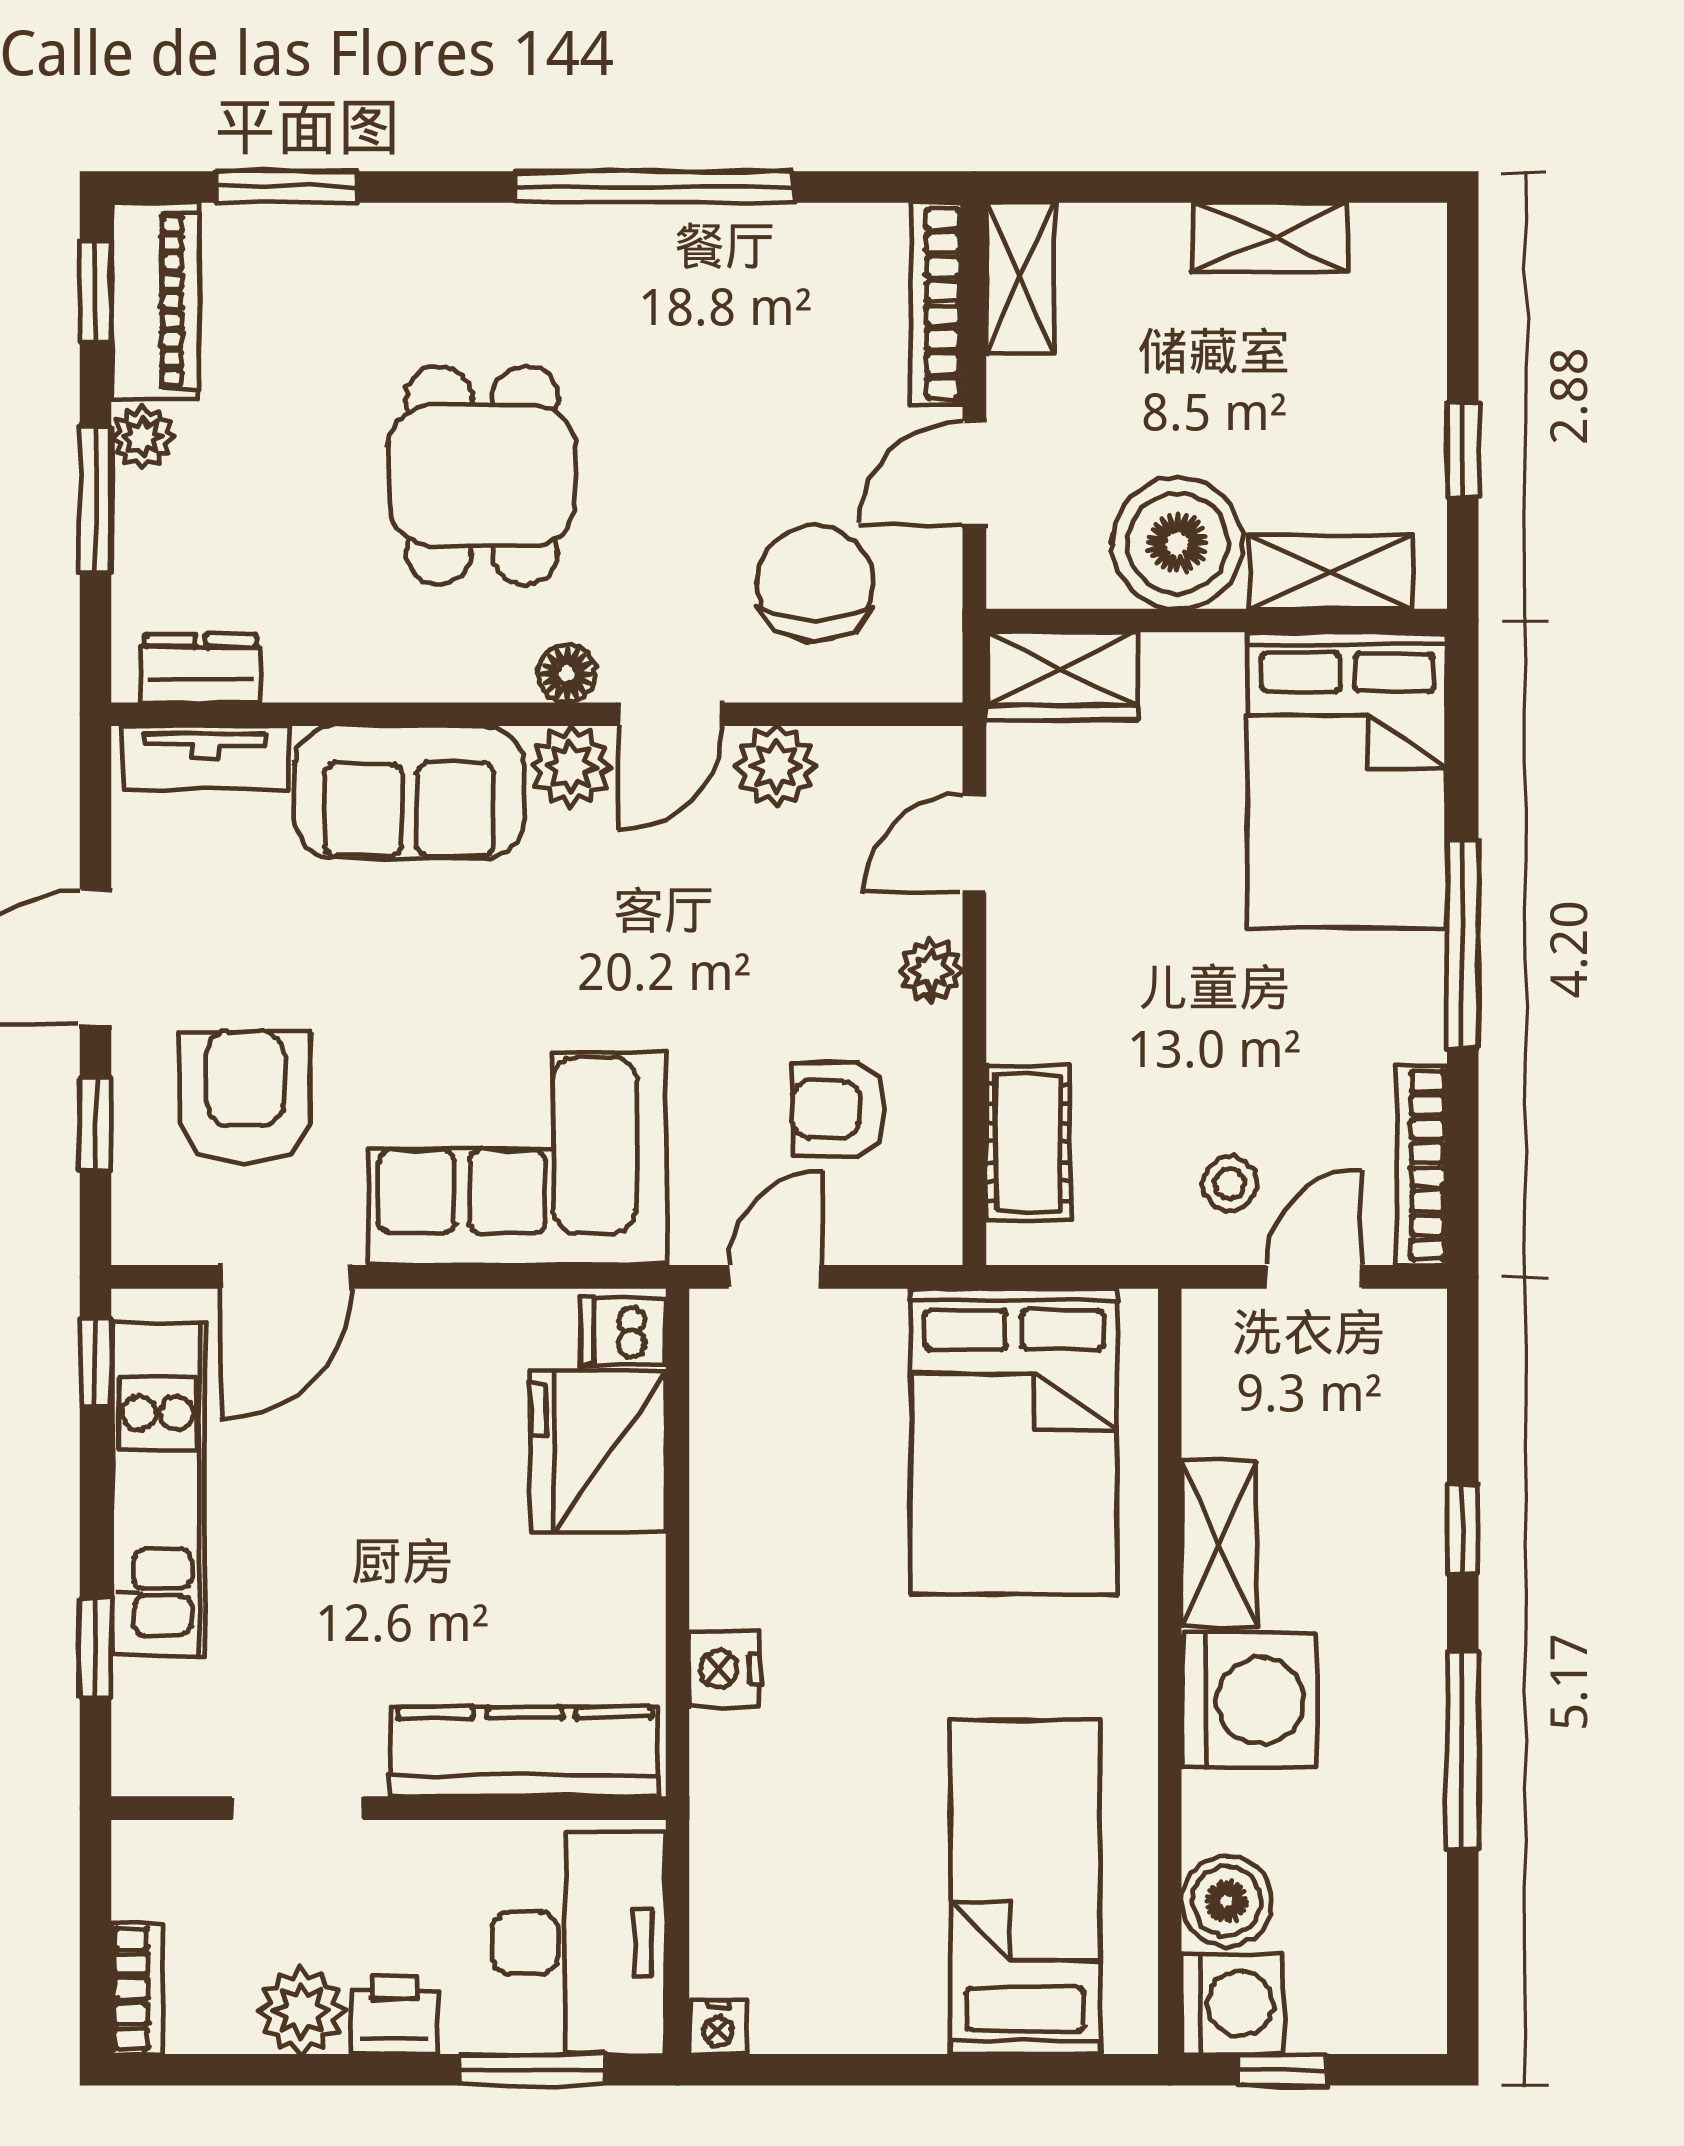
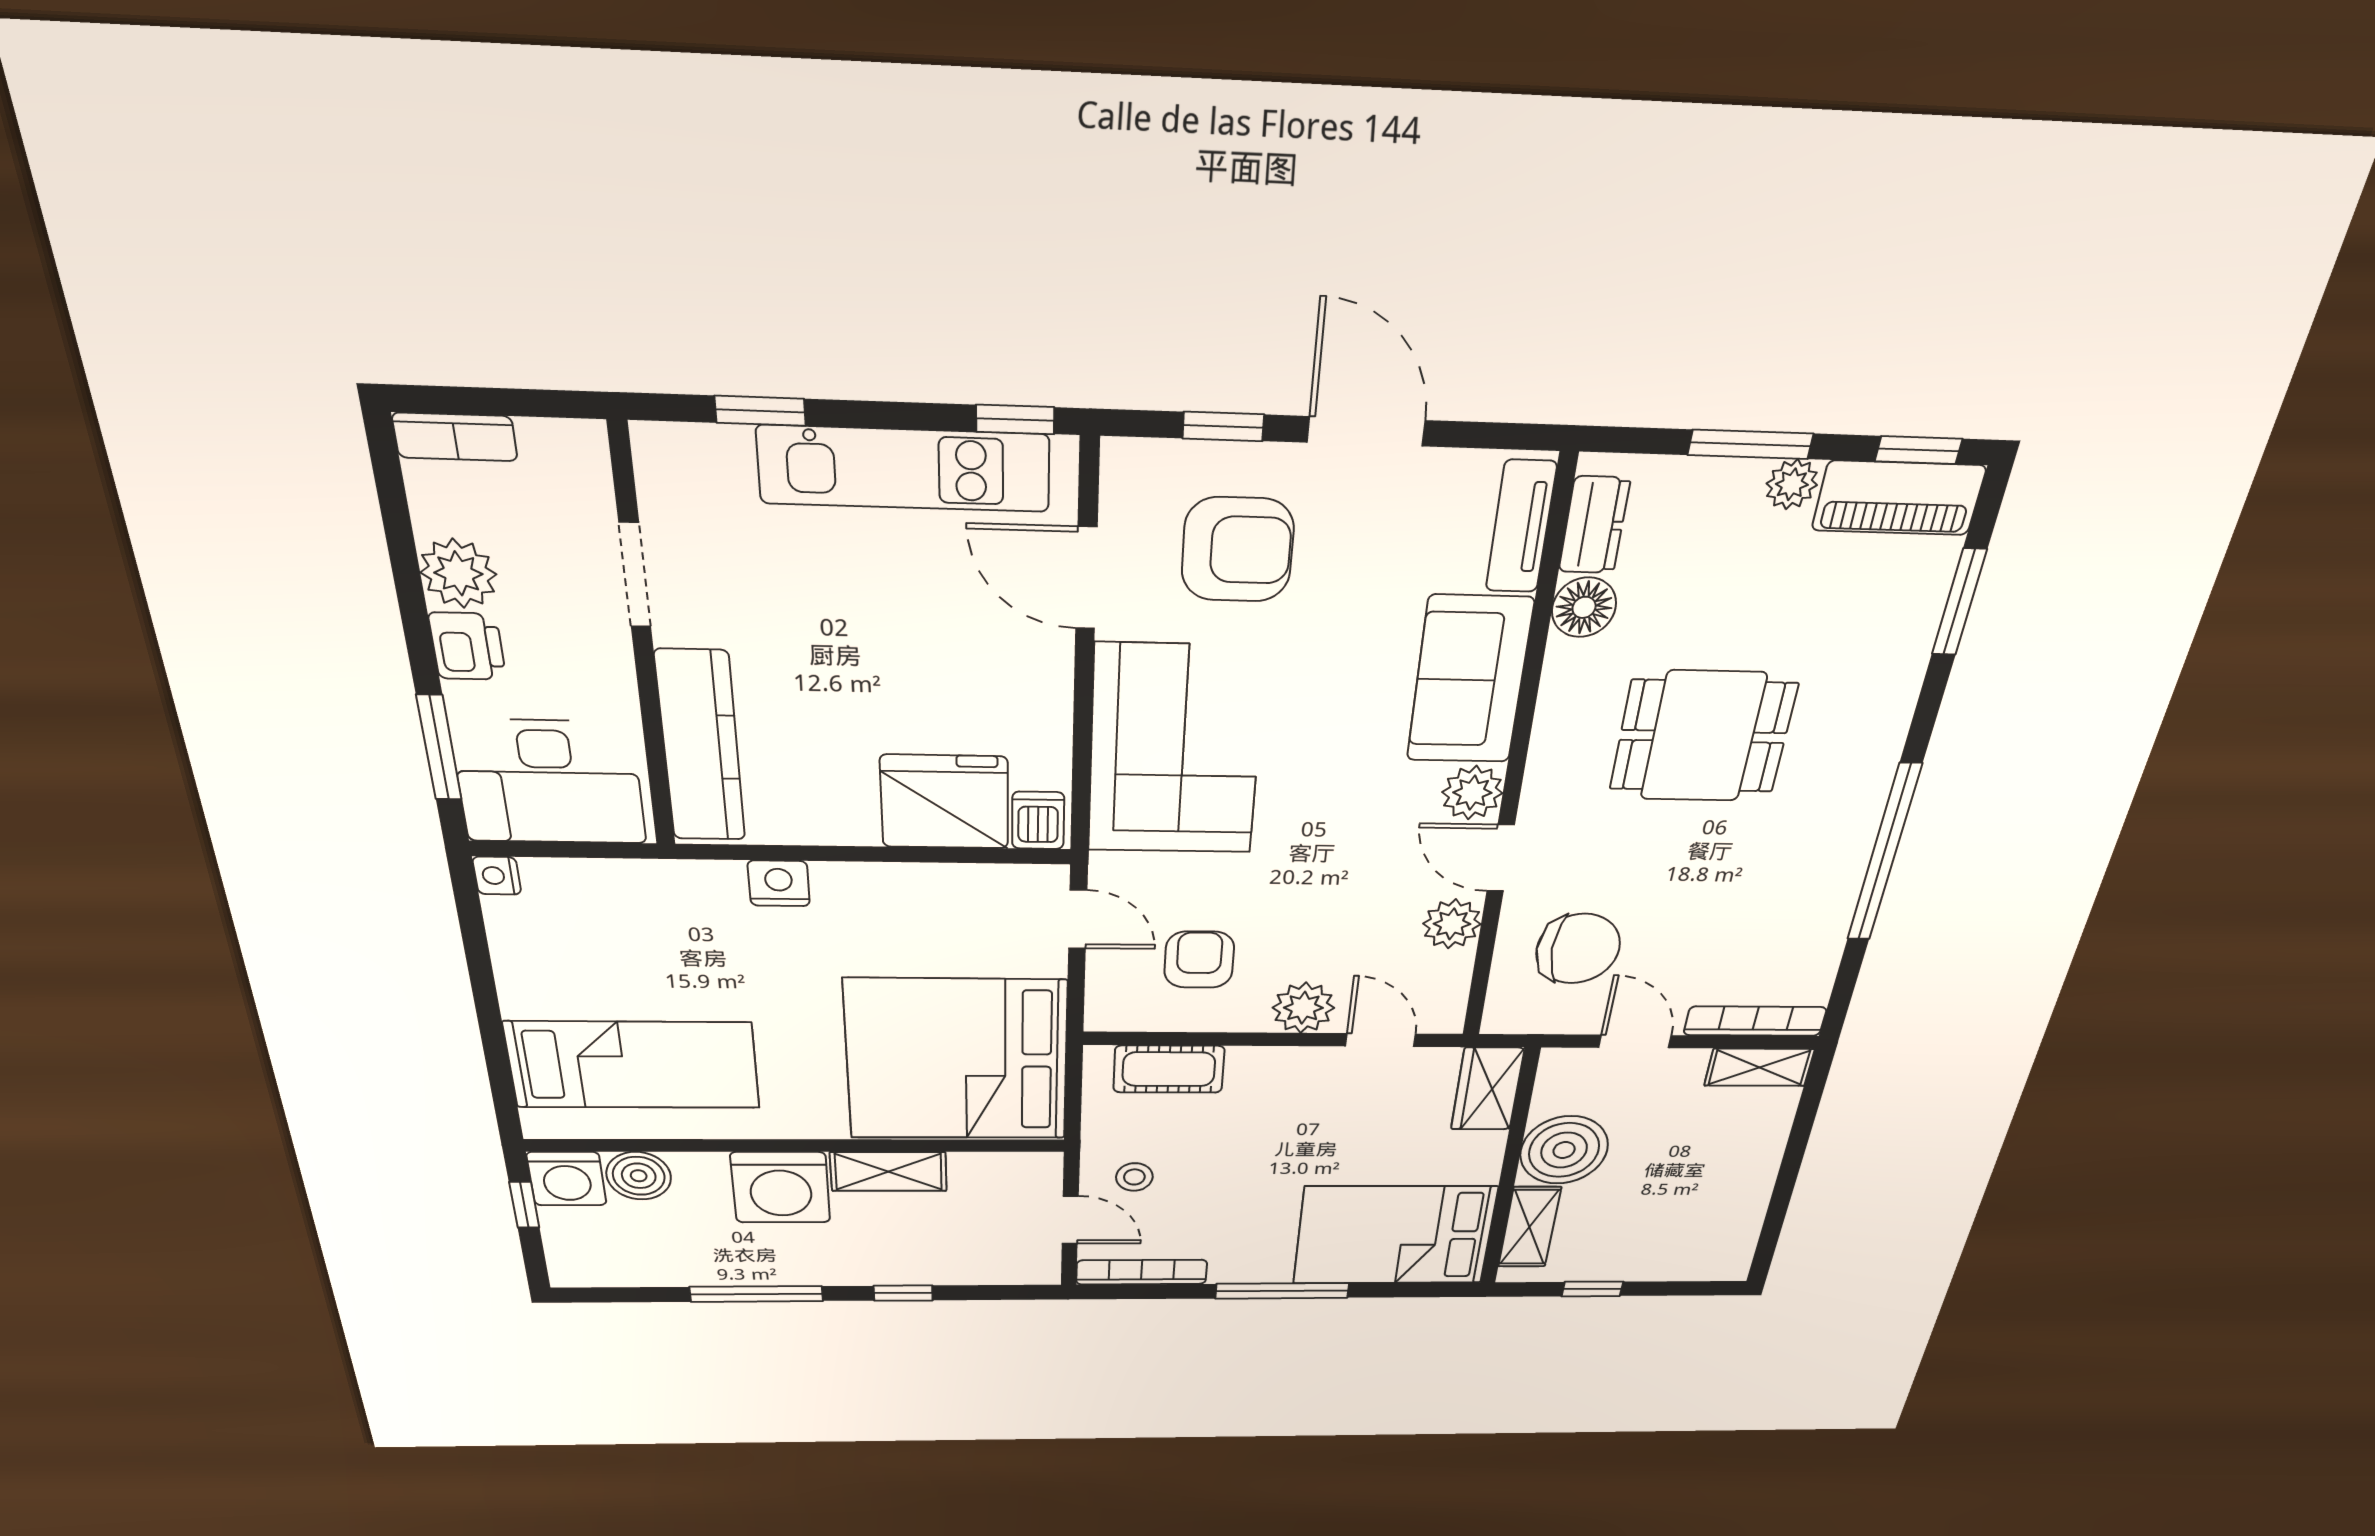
shelving: (1271, 237) -> (1749, 1197), removed
floor lamp: (567, 674) -> (1584, 607), moved, width x1.37, depth x1.37
plant: (931, 971) -> (1303, 1008), width x1.38, depth x1.38
bed: (1014, 1441) -> (957, 1060), width x1.36

